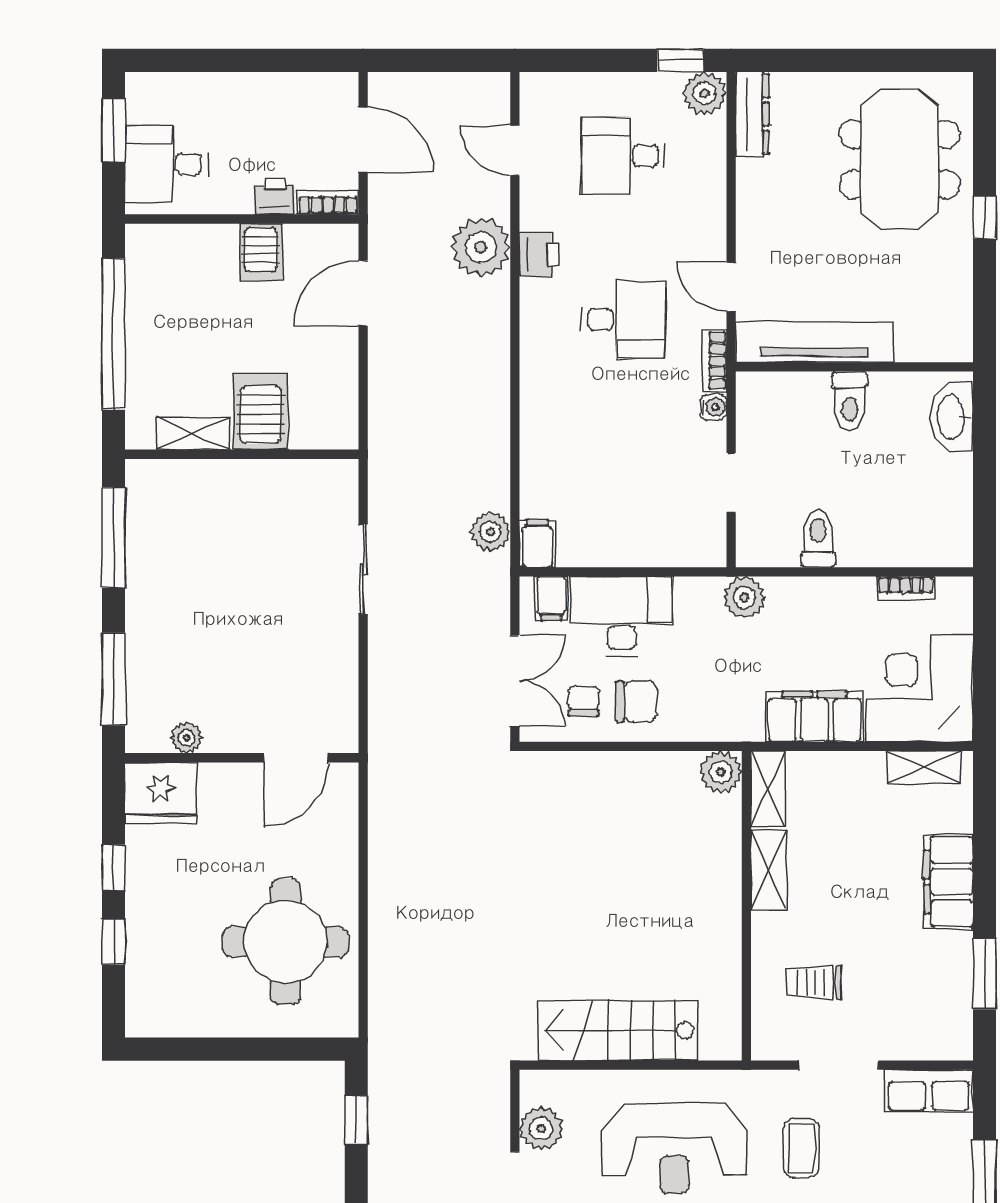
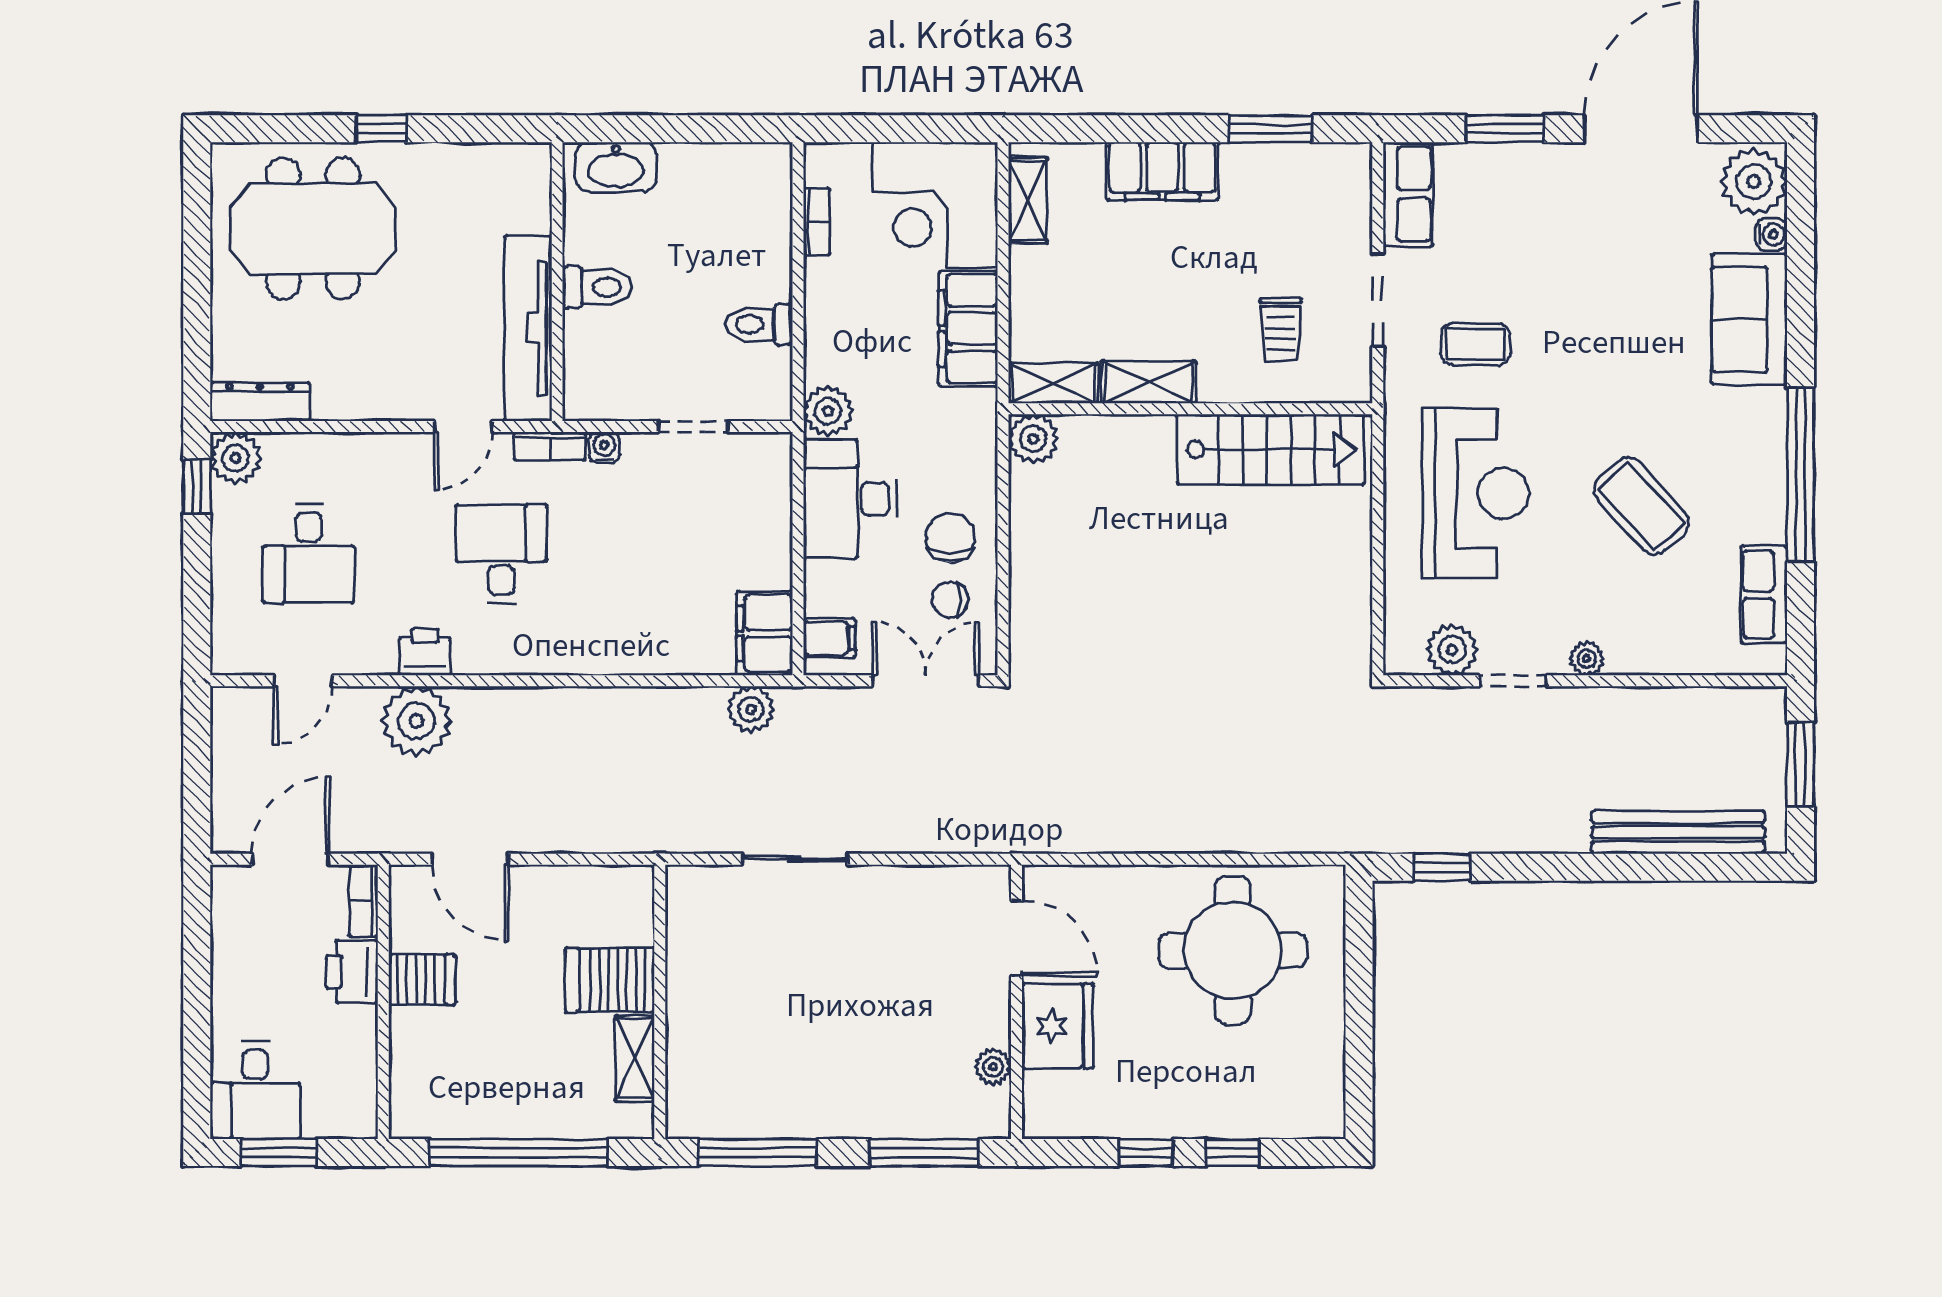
desk: (166, 164) -> (255, 1091), moved
printer: (275, 197) -> (352, 972), width x1.36, depth x1.24
filing cabinet: (537, 543) -> (765, 633), width x2.00
desk: (621, 616) -> (850, 499), moved
fridge: (161, 793) -> (1058, 1026), moved
stairs: (618, 1030) -> (1270, 449), moved, turned -90

